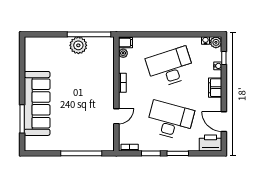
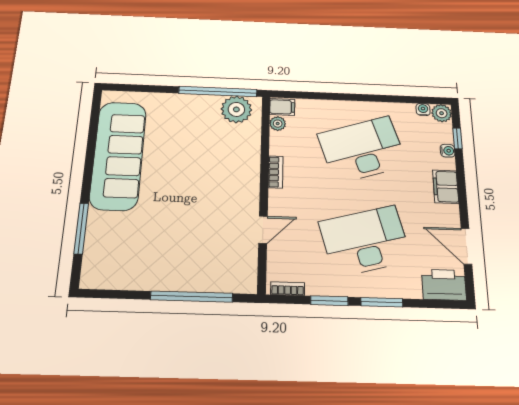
plant: (78, 45) -> (236, 109), moved
sofa: (37, 103) -> (118, 155), moved
desk: (170, 120) -> (365, 241), turned -30

